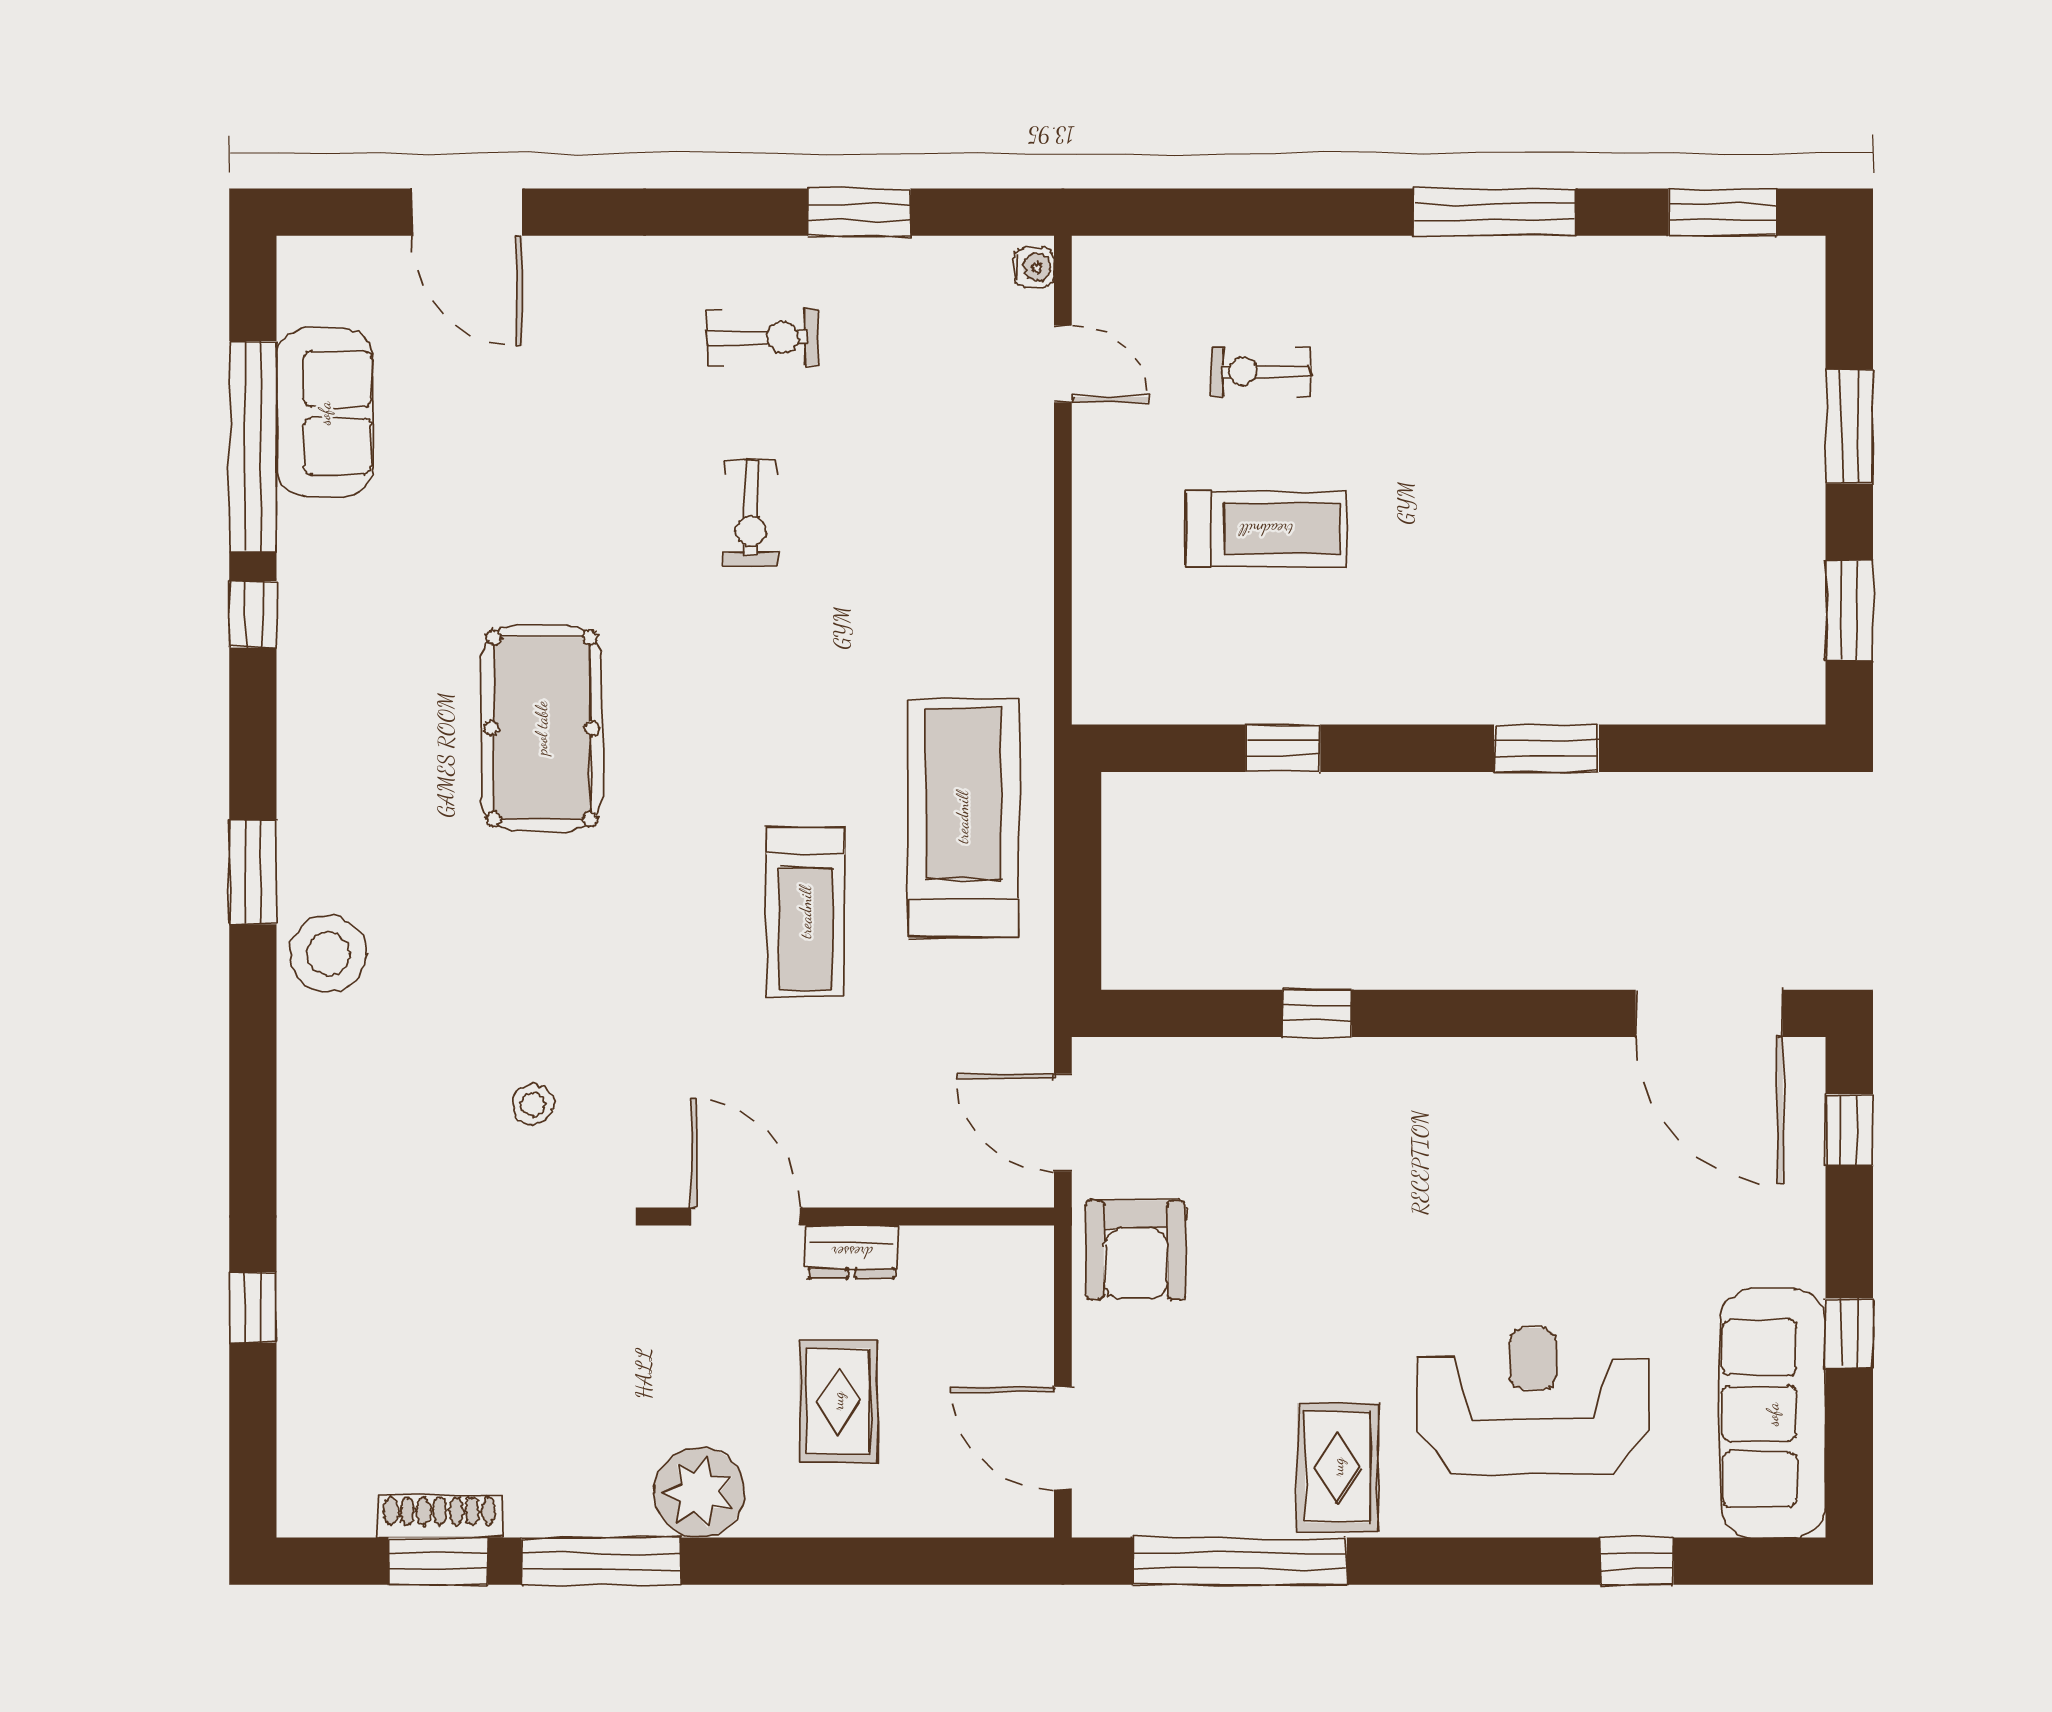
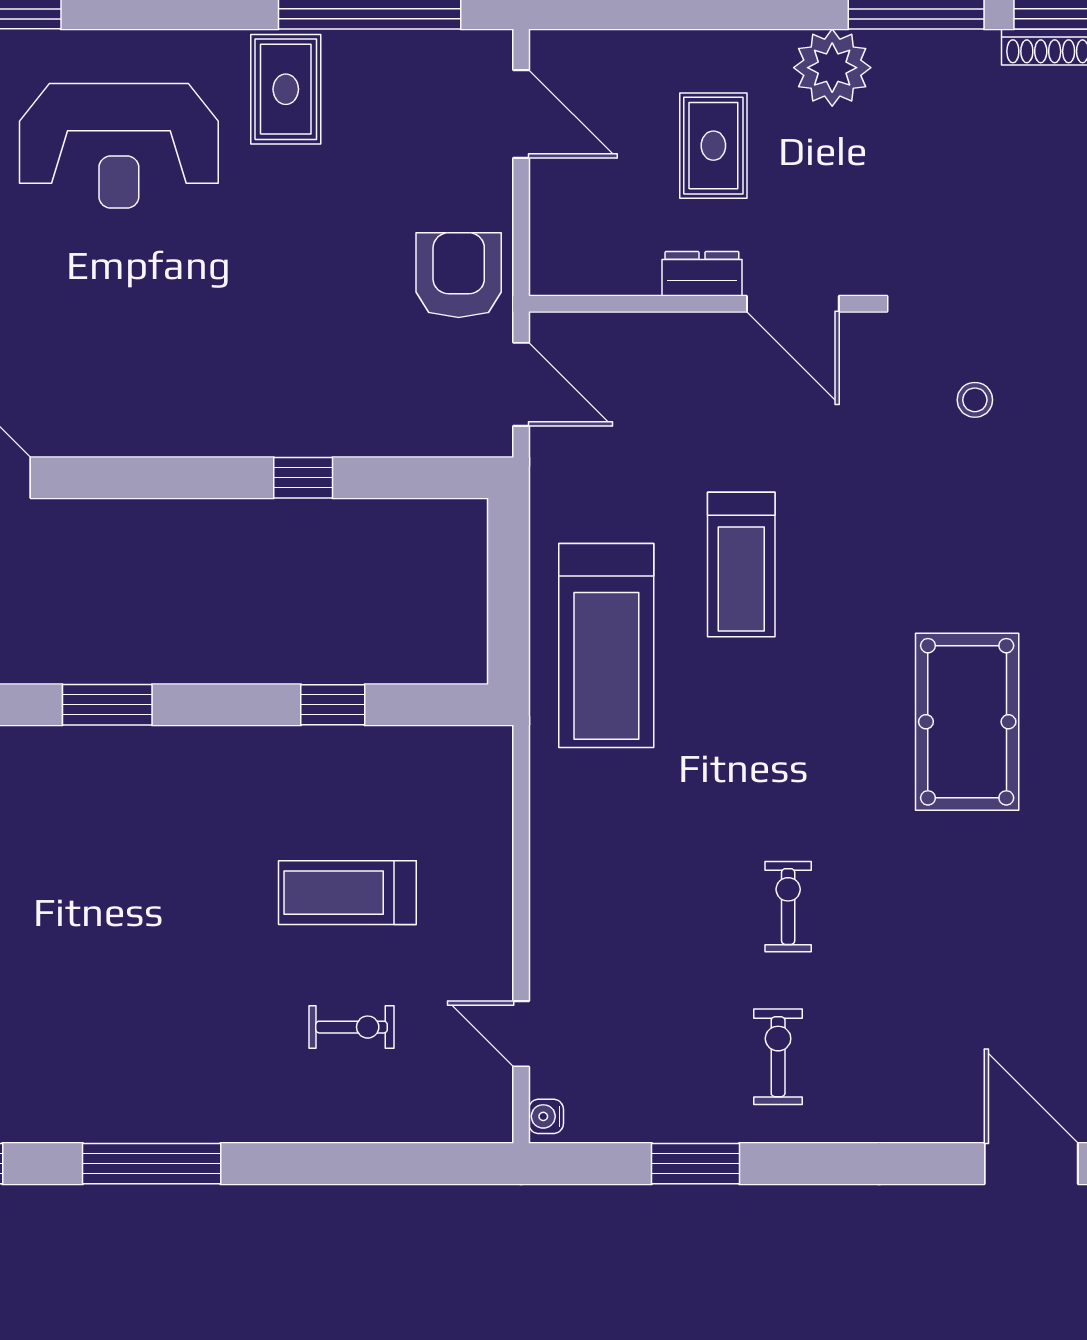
exercise bike: (763, 337) -> (778, 1057), turned 90
treadmill: (806, 912) -> (741, 565), turned 180

